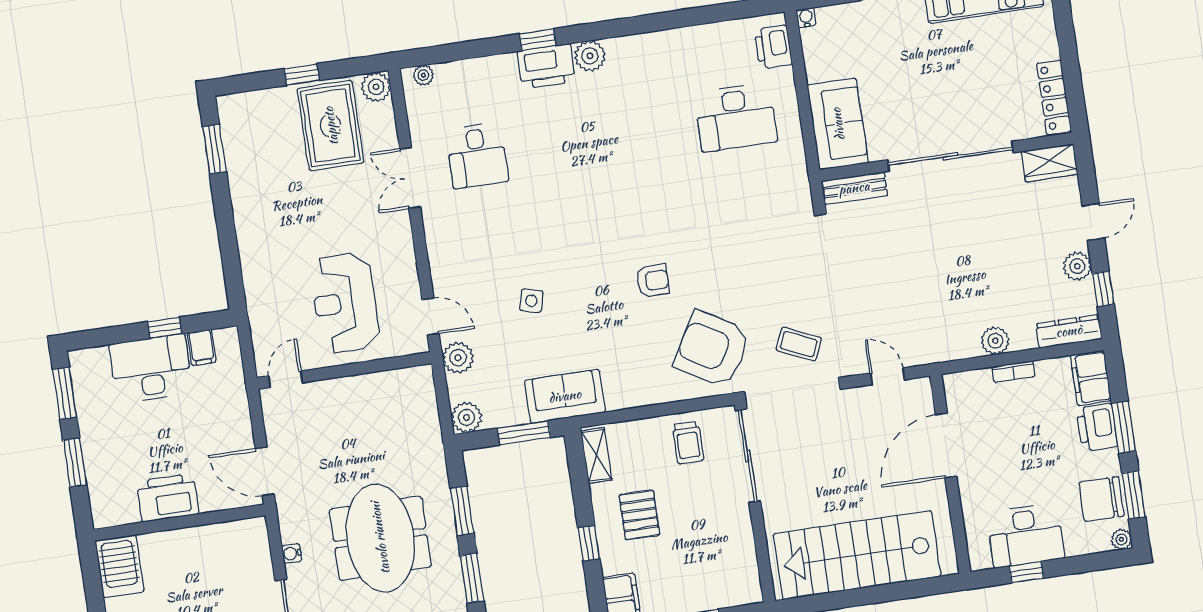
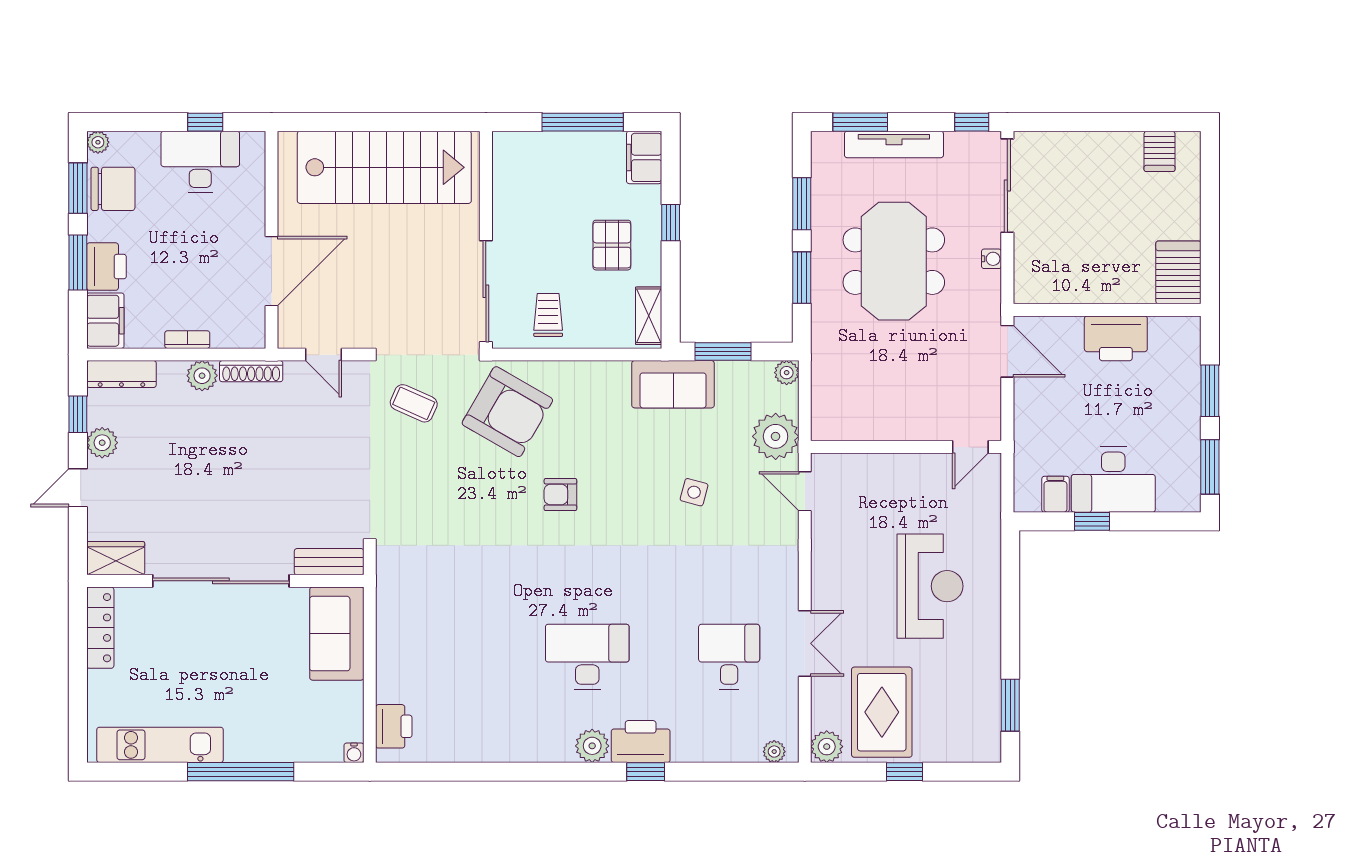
desk: (736, 117) -> (587, 657), moved
reception desk: (345, 303) -> (930, 586), moved
shoe rack: (951, 351) -> (251, 371), added
plant: (458, 358) -> (776, 436), width x1.36, depth x1.36
plant: (467, 417) -> (787, 373), width x0.73, depth x0.73

